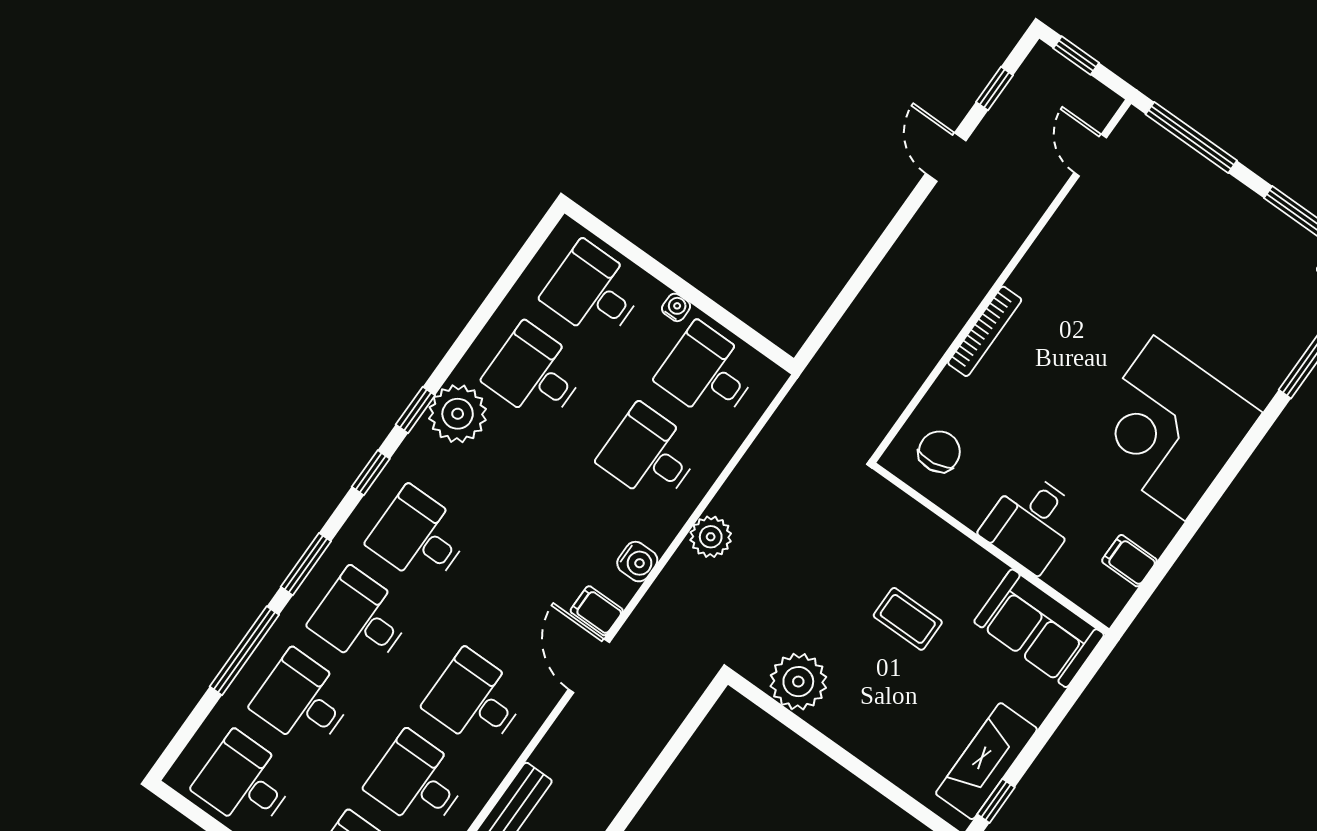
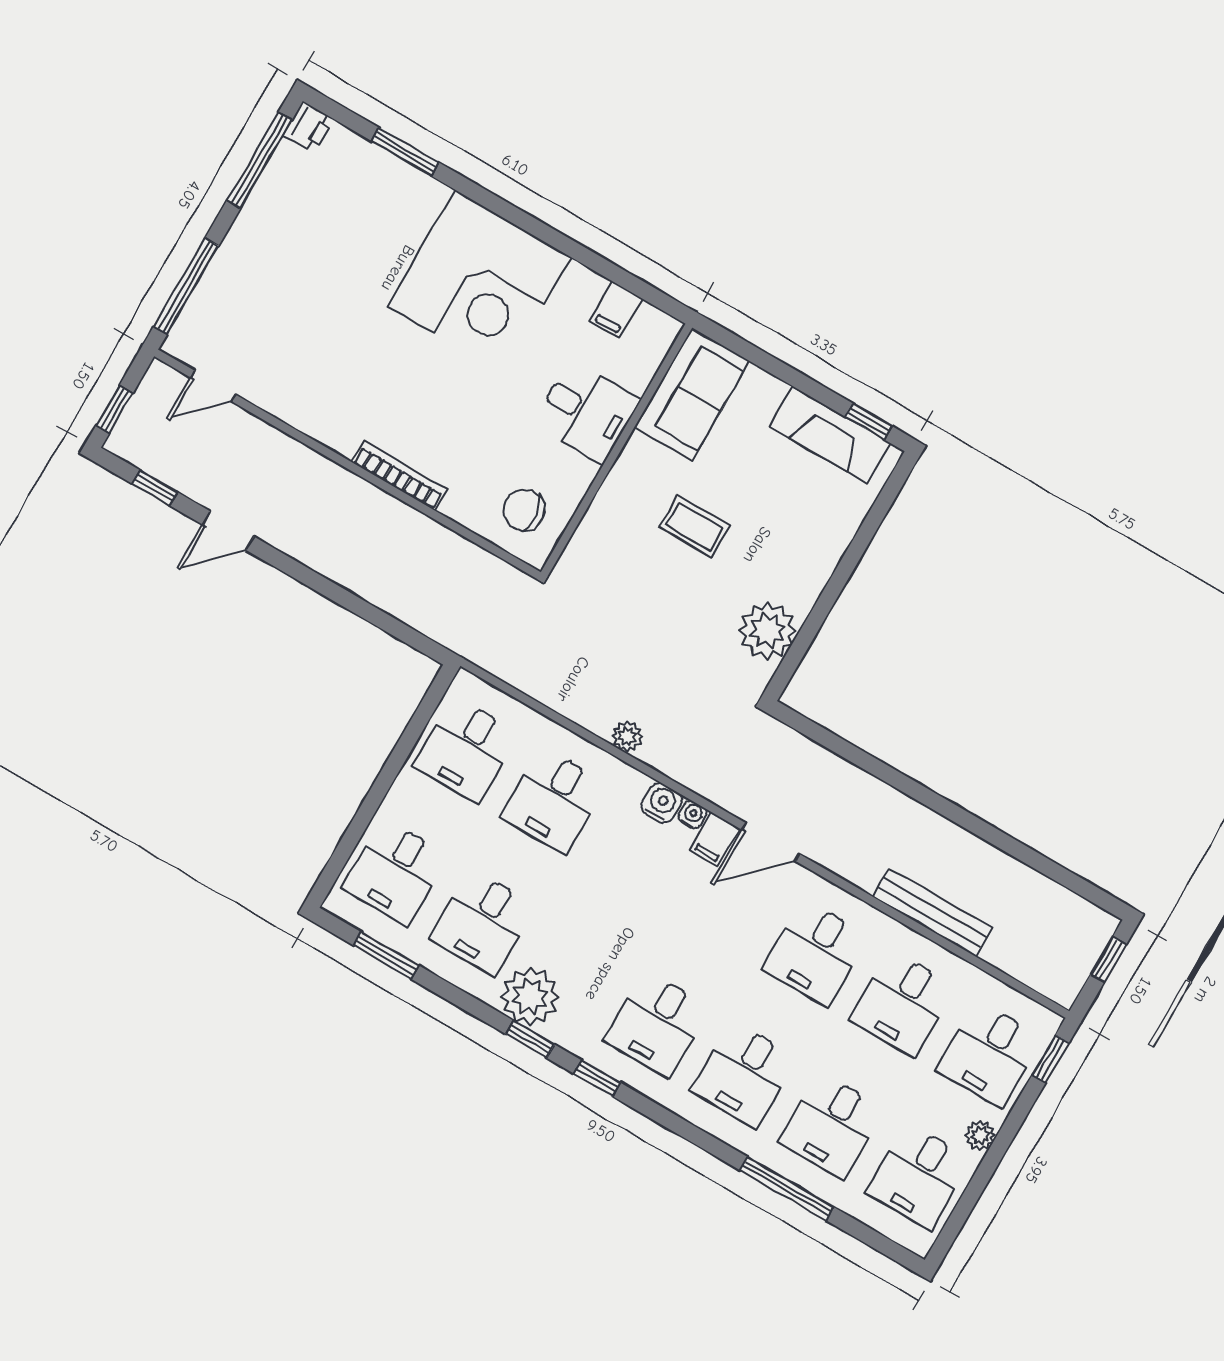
water cooler: (676, 307) -> (692, 815), moved, turned 90
plant: (711, 537) -> (627, 737), width x0.73, depth x0.73
window: (306, 564) -> (386, 956), moved
coffee table: (908, 619) -> (695, 527), turned 90

